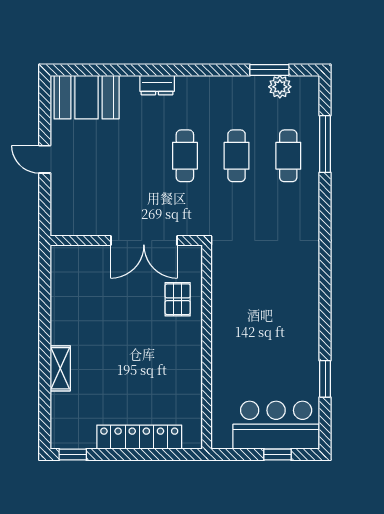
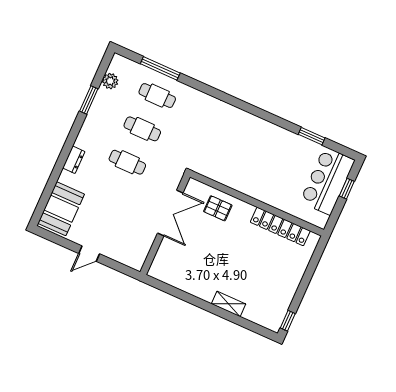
window: (269, 70) -> (89, 100), moved
locker: (139, 437) -> (280, 226), moved, turned -90

